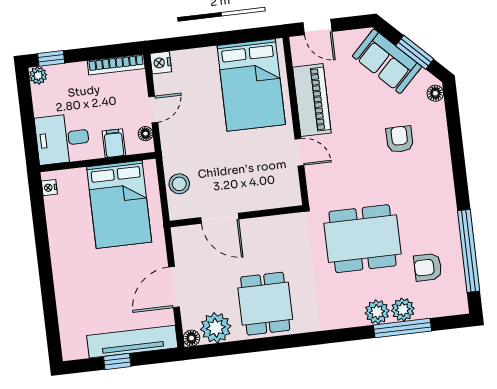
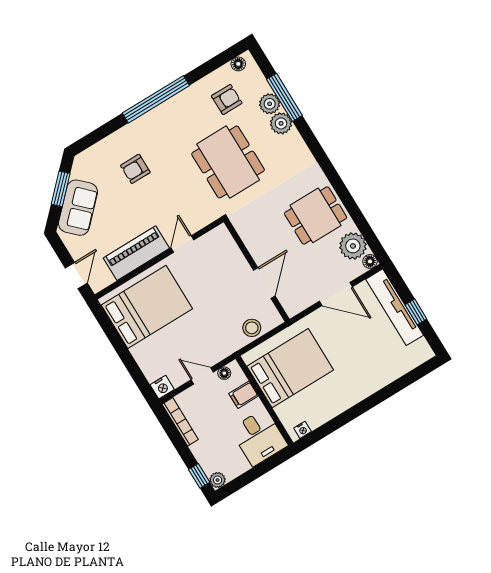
floor lamp: (435, 93) -> (238, 64), moved
window: (469, 251) -> (156, 99), moved
armchair: (428, 267) -> (227, 99), turned -90

